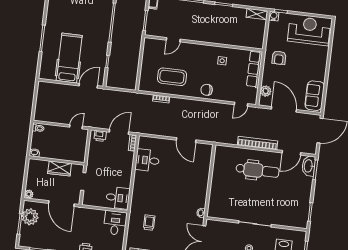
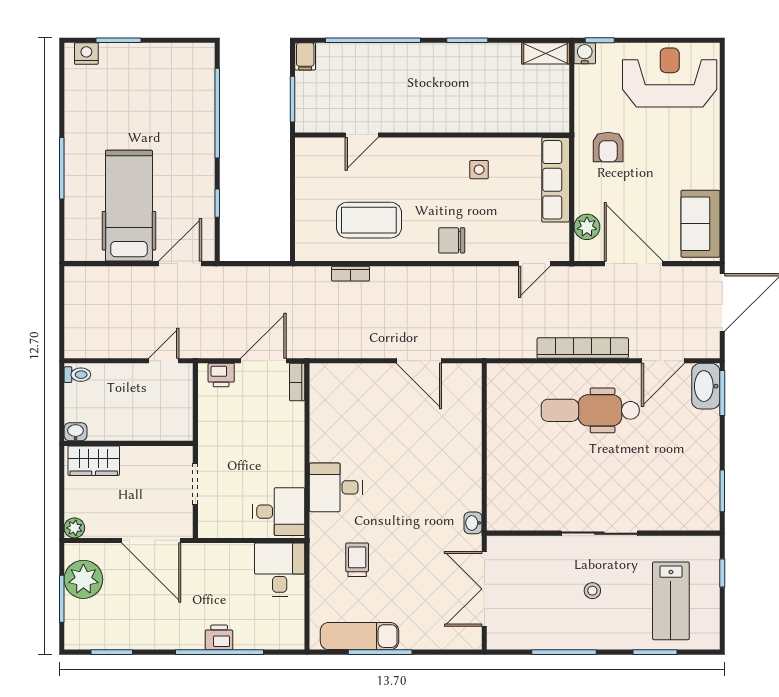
desk: (147, 160) -> (336, 487), moved
wardrobe: (60, 168) -> (94, 461), moved
dental chair: (257, 170) -> (590, 410), turned 180

